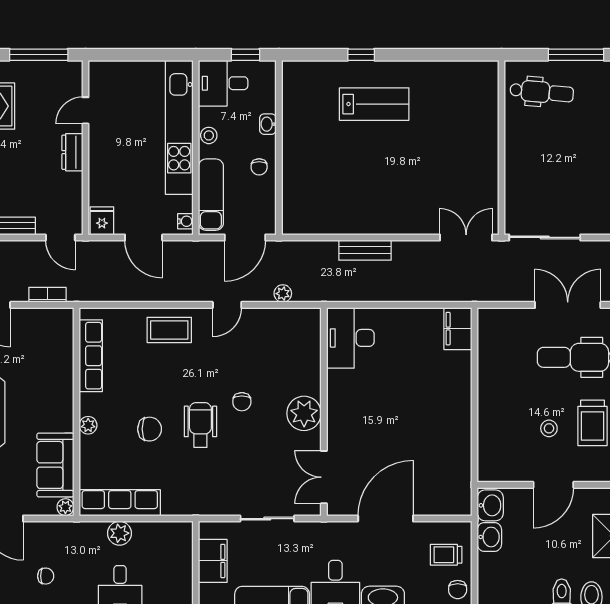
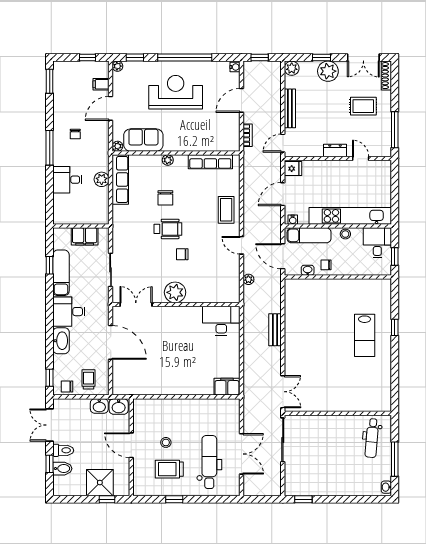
washbasin: (268, 124) -> (308, 270), moved

